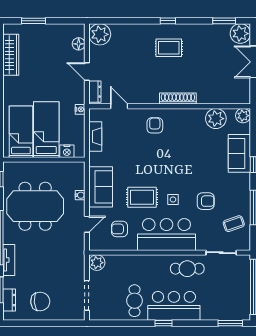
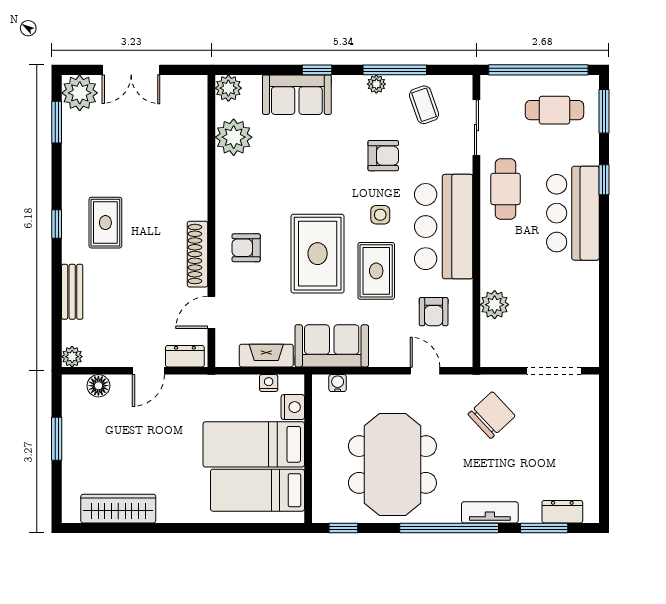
window: (34, 21) -> (57, 439), moved
bench: (131, 29) -> (72, 292), added
plant: (100, 34) -> (72, 357), width x0.53, depth x0.53
shoe rack: (178, 99) -> (198, 254), moved
nightstand: (80, 109) -> (269, 383), moved
rug: (152, 165) -> (318, 254), added
sofa: (101, 187) -> (332, 346), moved
water cooler: (80, 195) -> (338, 383), moved
plant: (245, 197) -> (376, 84), added
armchair: (206, 201) -> (383, 156), turned 90
plant: (97, 263) -> (495, 305), moved
chair: (40, 301) -> (492, 415), moved, turned 52
cafe table: (135, 301) -> (554, 110), moved
window: (163, 323) -> (604, 180), moved

